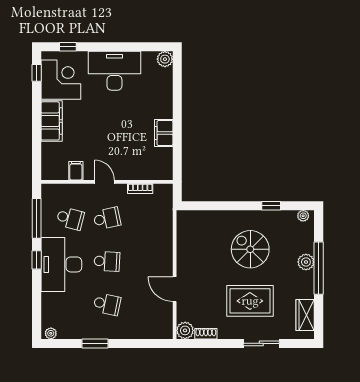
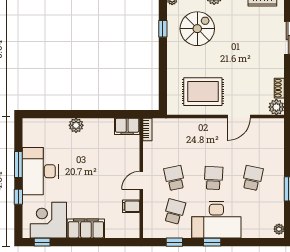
window: (68, 47) -> (18, 197), moved
window: (122, 47) -> (18, 165), added
plant: (165, 59) -> (76, 125), moved
filing cabinet: (164, 133) -> (127, 126), moved
bookcase: (140, 189) -> (147, 129), moved
window: (37, 218) -> (174, 242), width x0.46
spiral stairs: (250, 249) -> (197, 29), moved, turned 180
rug: (250, 301) -> (203, 92), moved, turned 90

